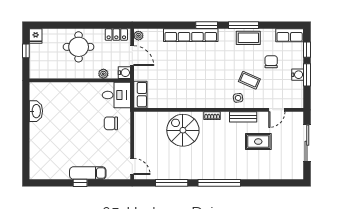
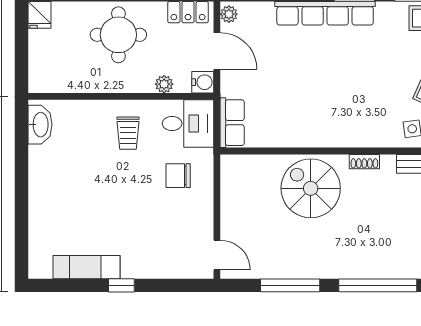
window: (26, 51) -> (21, 42), removed
trolley: (84, 100) -> (128, 133), added
washbasin: (36, 111) -> (40, 125), moved
exam couch: (88, 173) -> (86, 267), moved

